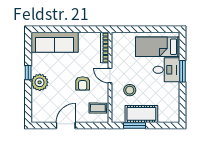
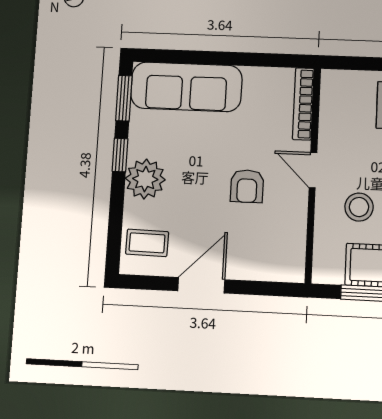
window: (28, 48) -> (124, 98), added
coffee table: (98, 108) -> (147, 243), moved

